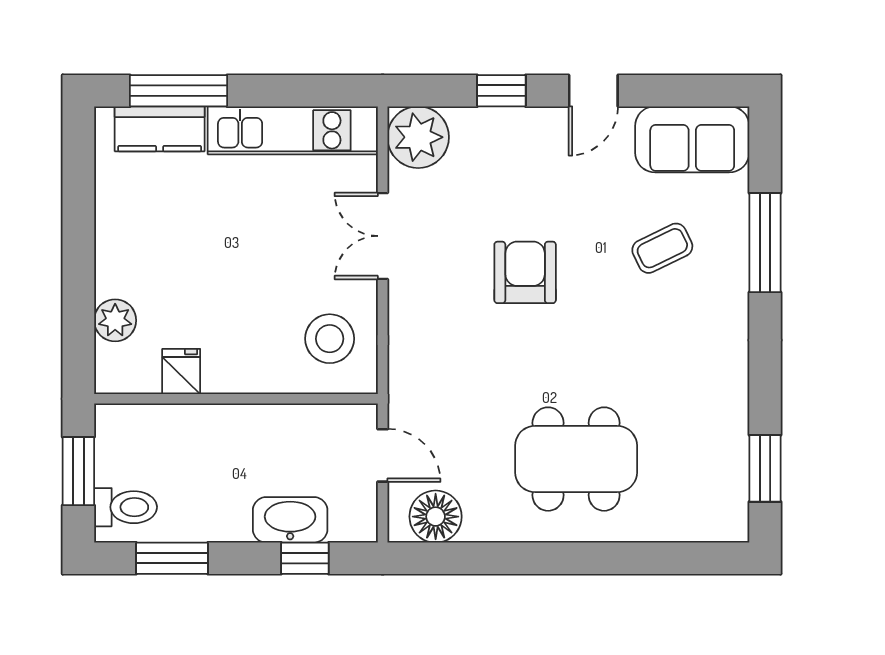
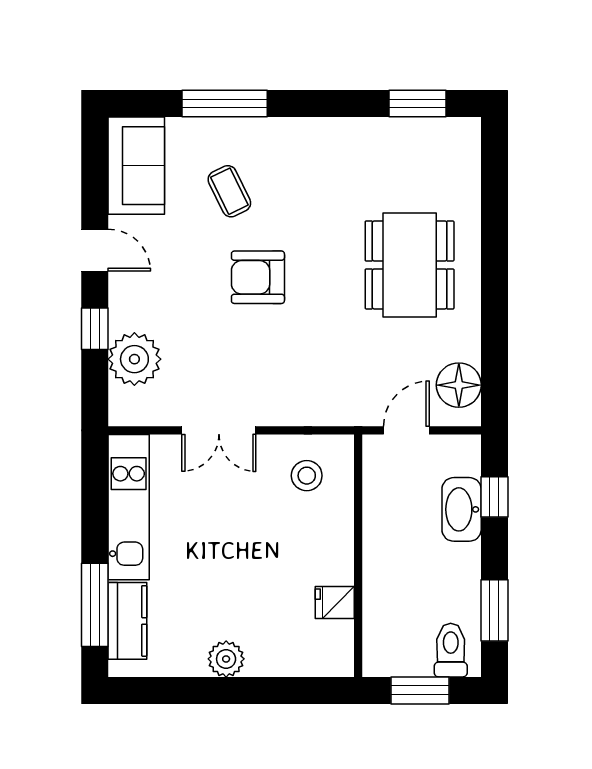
plant: (418, 137) -> (134, 359), moved
armchair: (525, 272) -> (258, 277), moved
plant: (115, 320) -> (226, 659), moved
stool: (330, 339) -> (307, 476), width x0.73, depth x0.73

